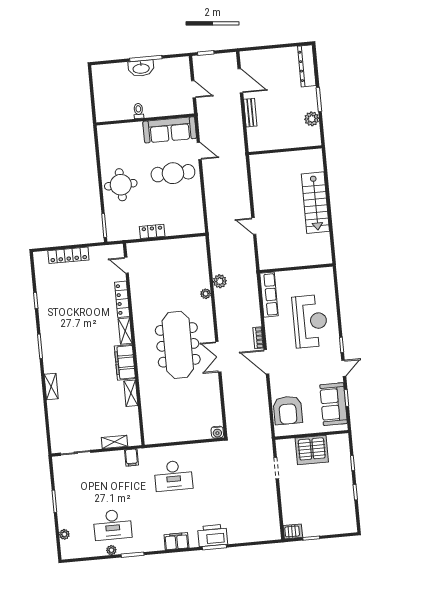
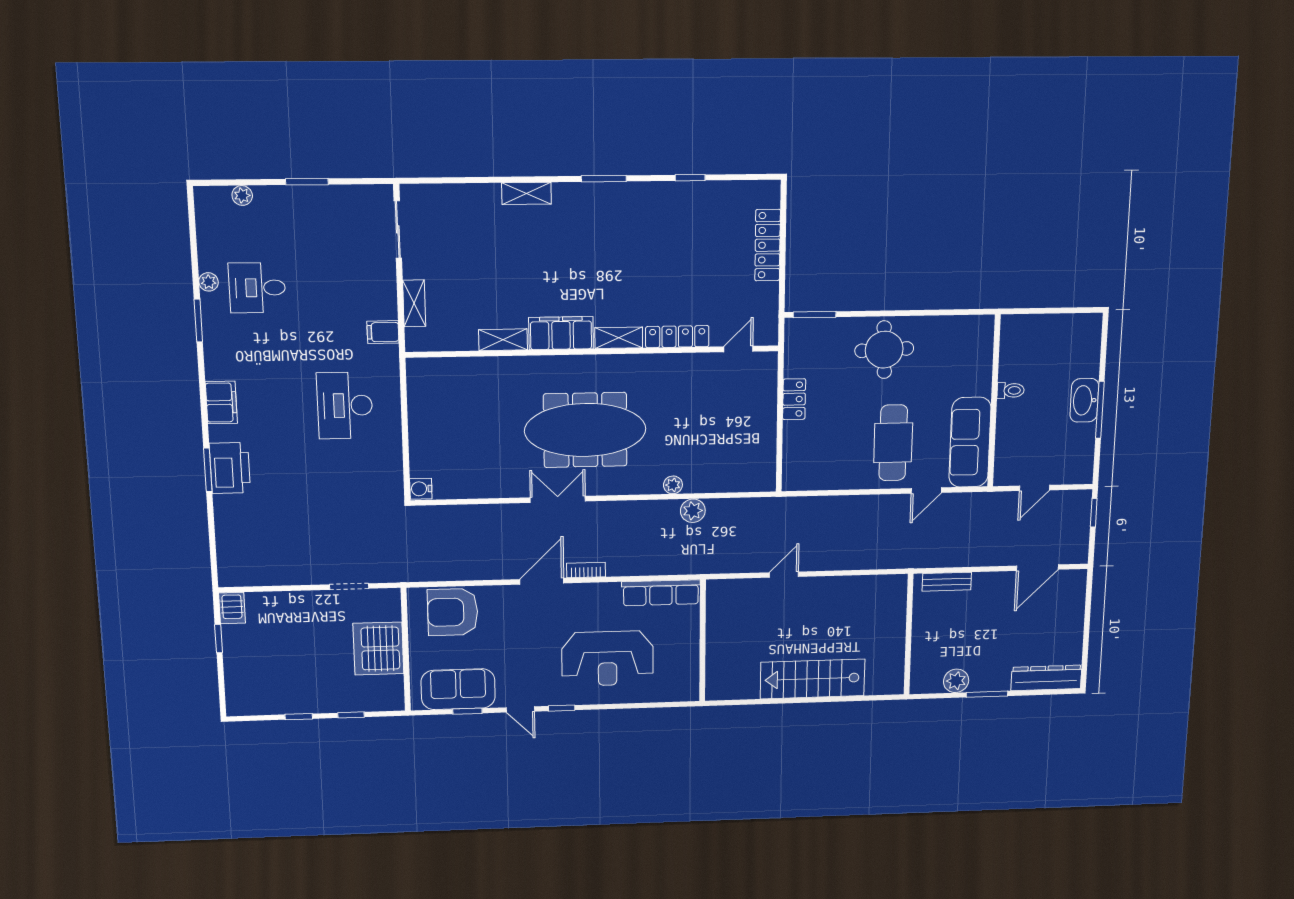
bench: (250, 113) -> (947, 582), moved
desk: (113, 525) -> (257, 288), width x0.73

